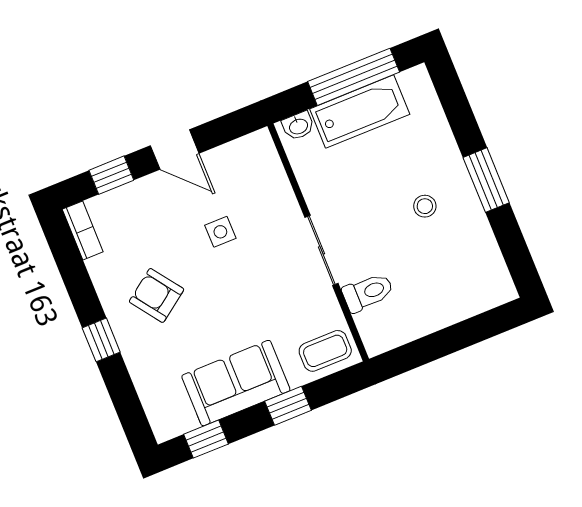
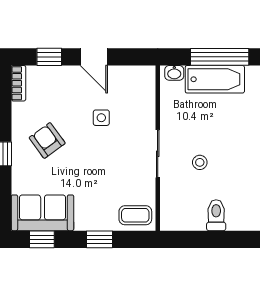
stool: (425, 206) -> (200, 162), moved
toilet: (368, 292) -> (216, 215), moved, turned -90
sofa: (236, 383) -> (43, 213), moved

